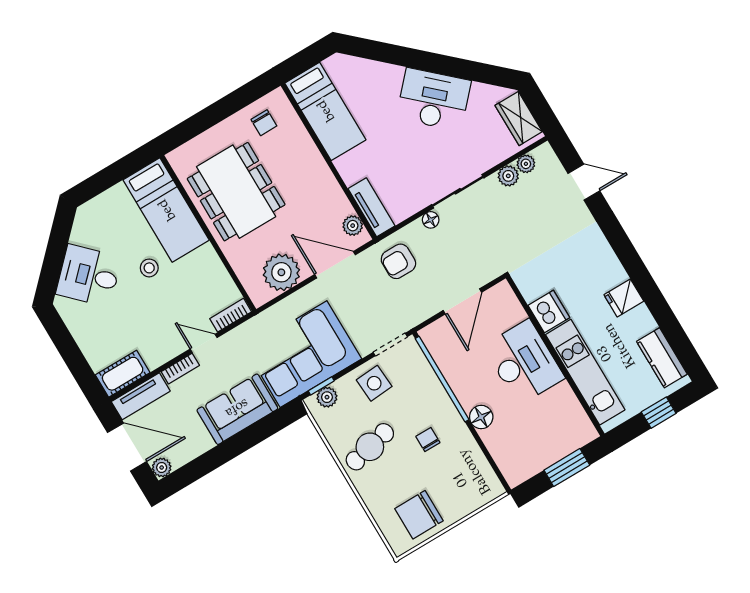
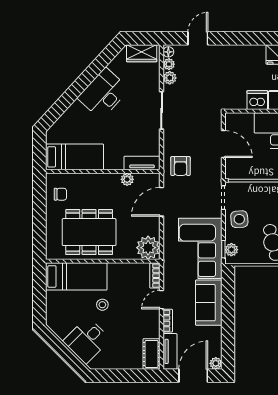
floor lamp: (431, 220) -> (168, 52), moved
plant: (353, 226) -> (127, 179), moved
plant: (281, 272) -> (148, 248), moved

